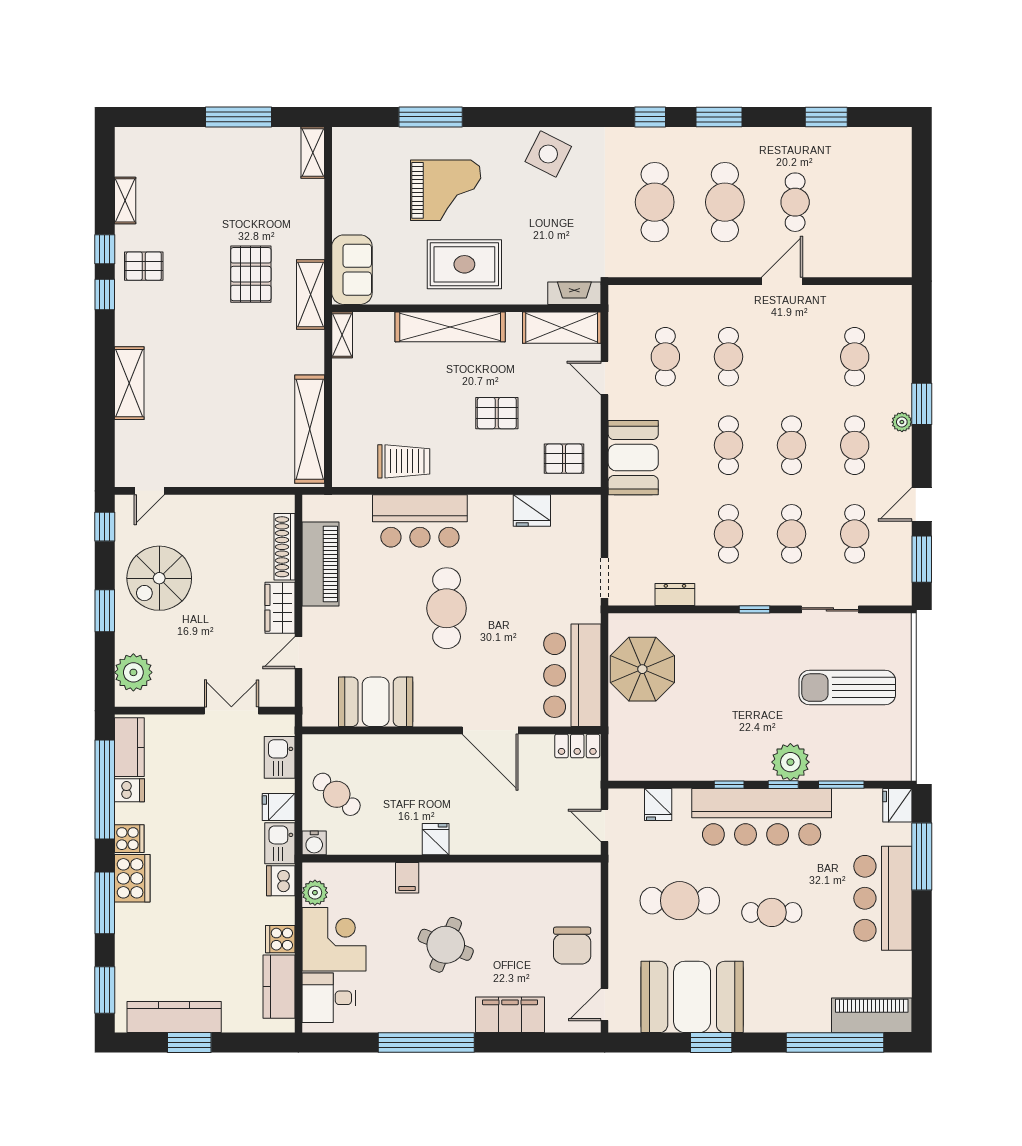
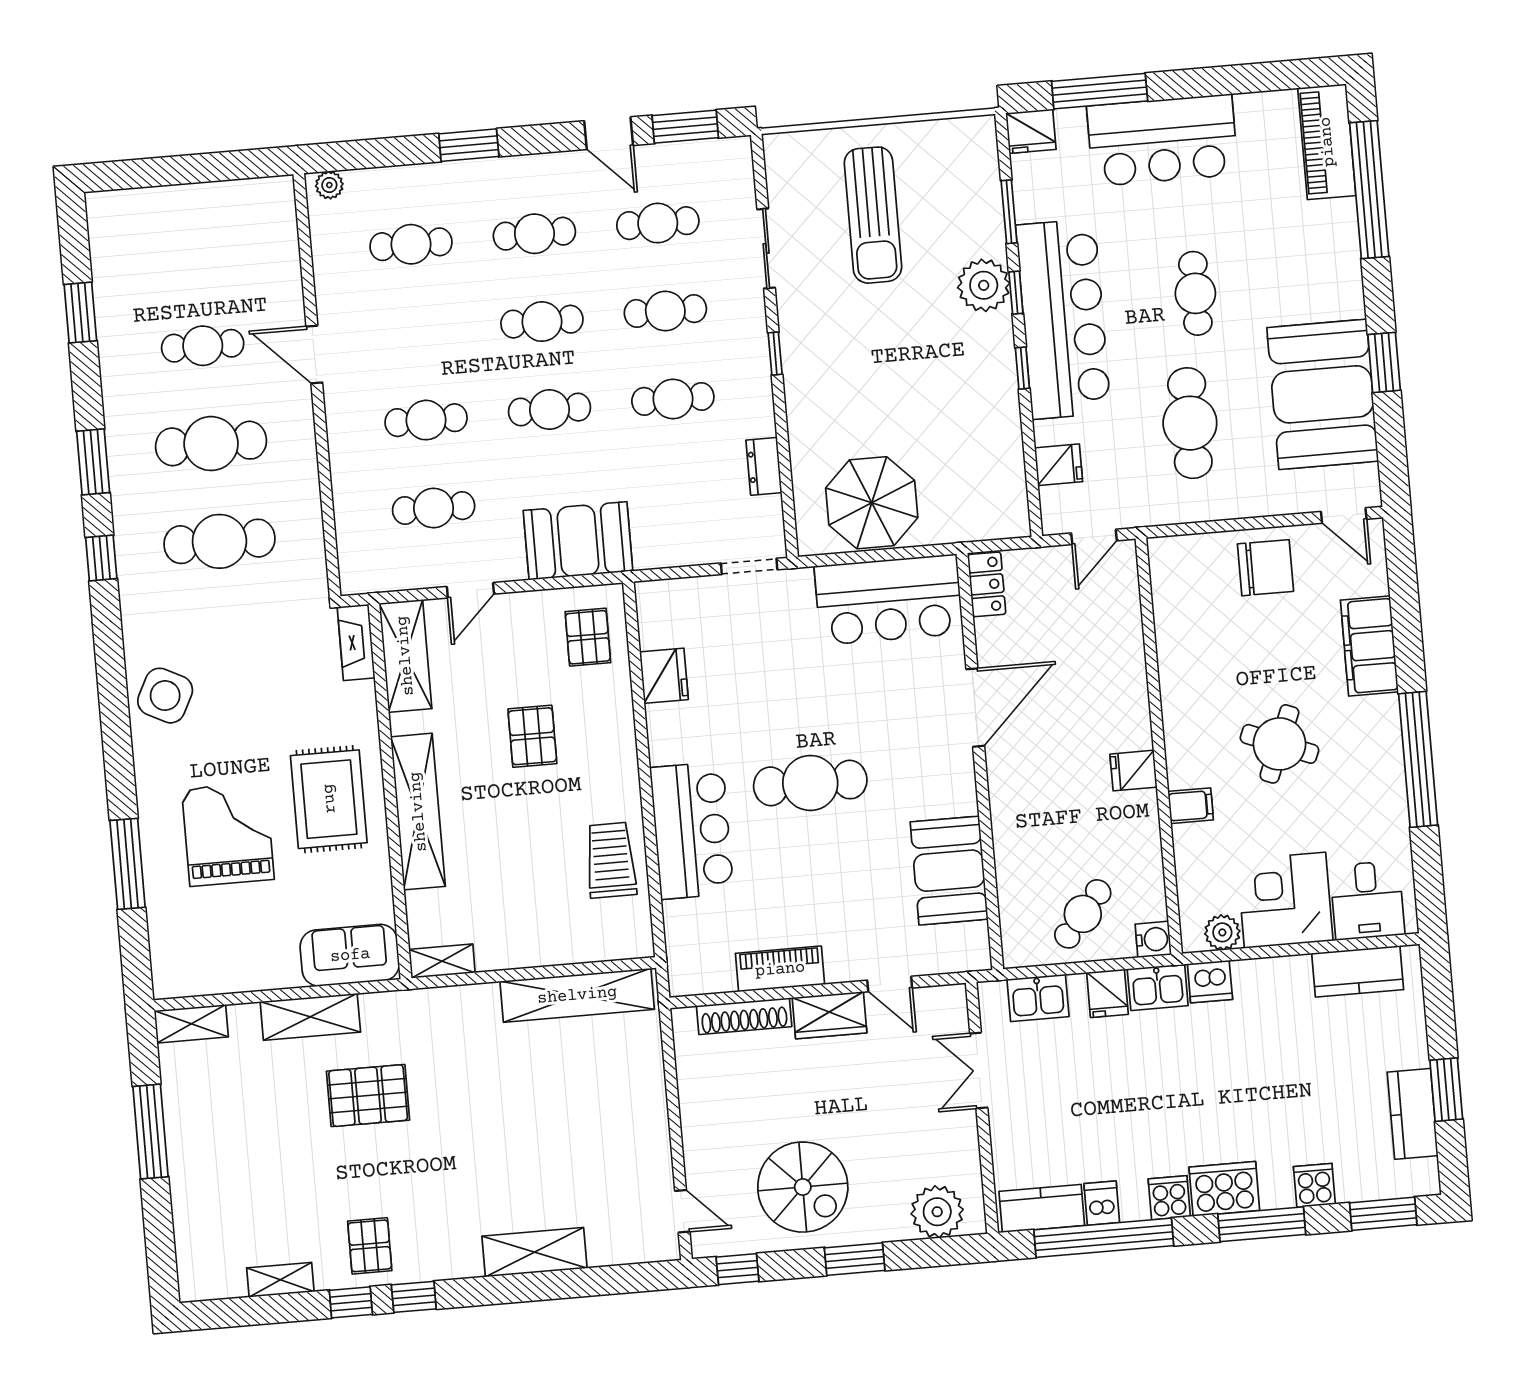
shelving: (310, 294) -> (310, 1017), moved
plant: (902, 422) -> (329, 185), moved
piano: (320, 564) -> (780, 969), width x0.73, depth x0.75
cooker: (280, 939) -> (1314, 1185), moved, turned 180
kitchen counter: (174, 1017) -> (1413, 1114), width x0.67

